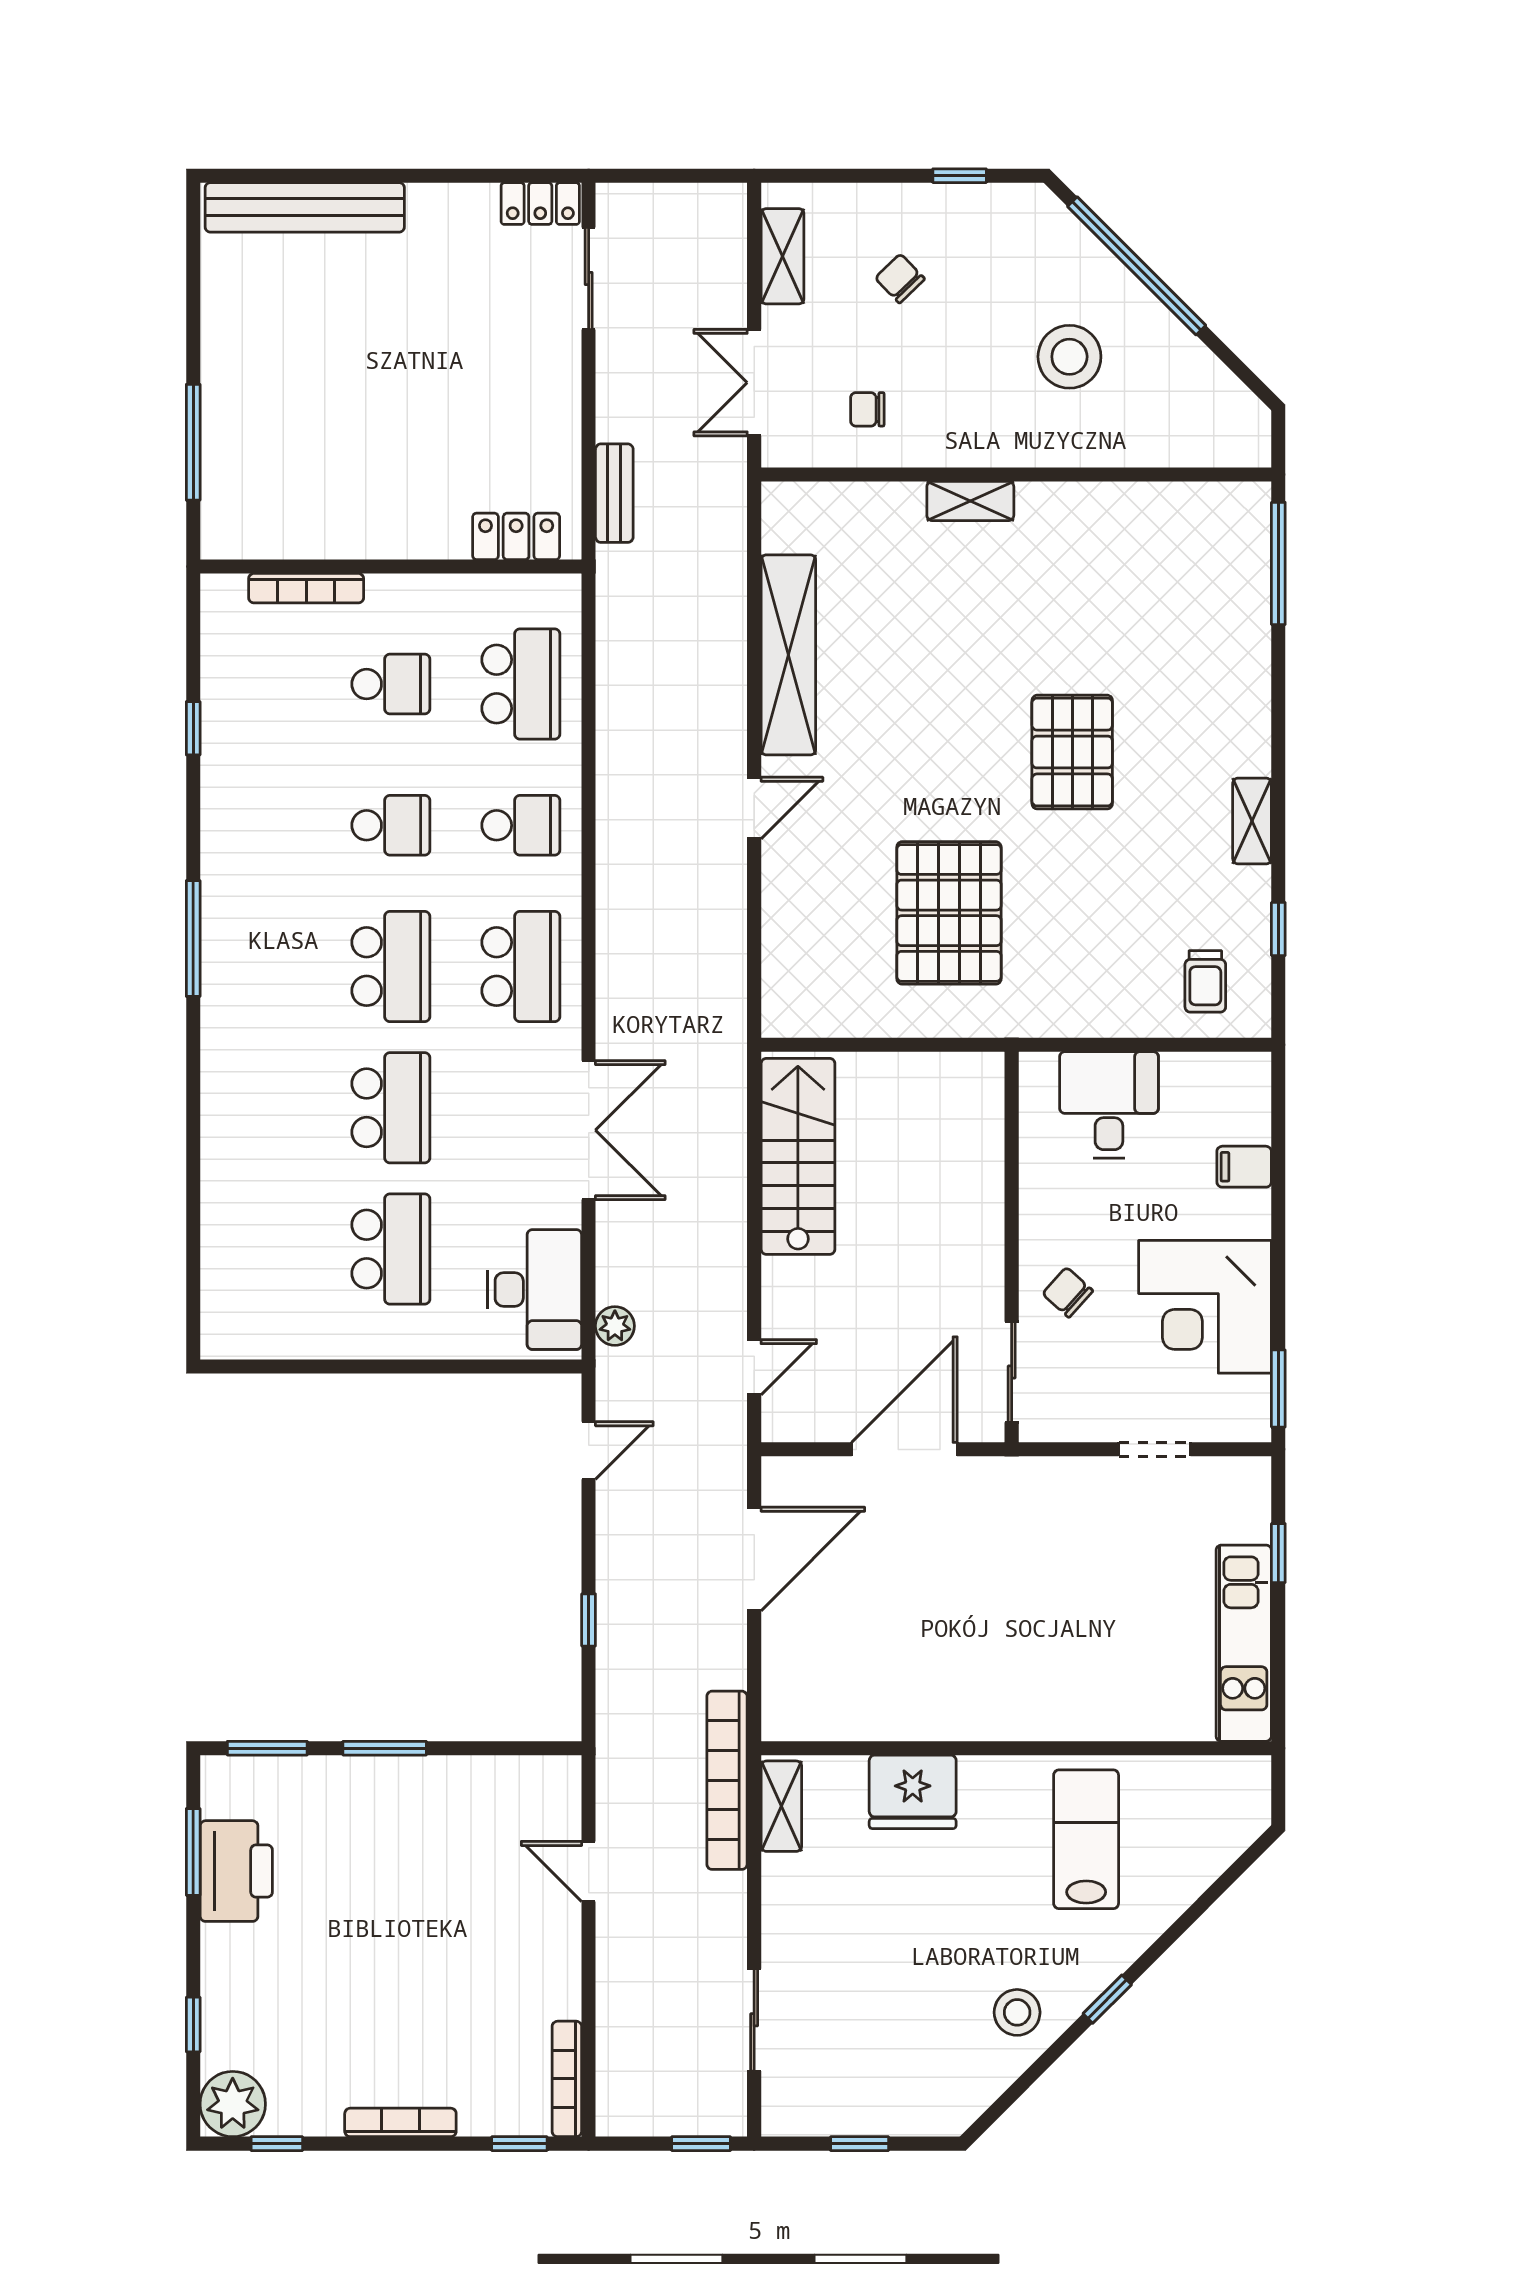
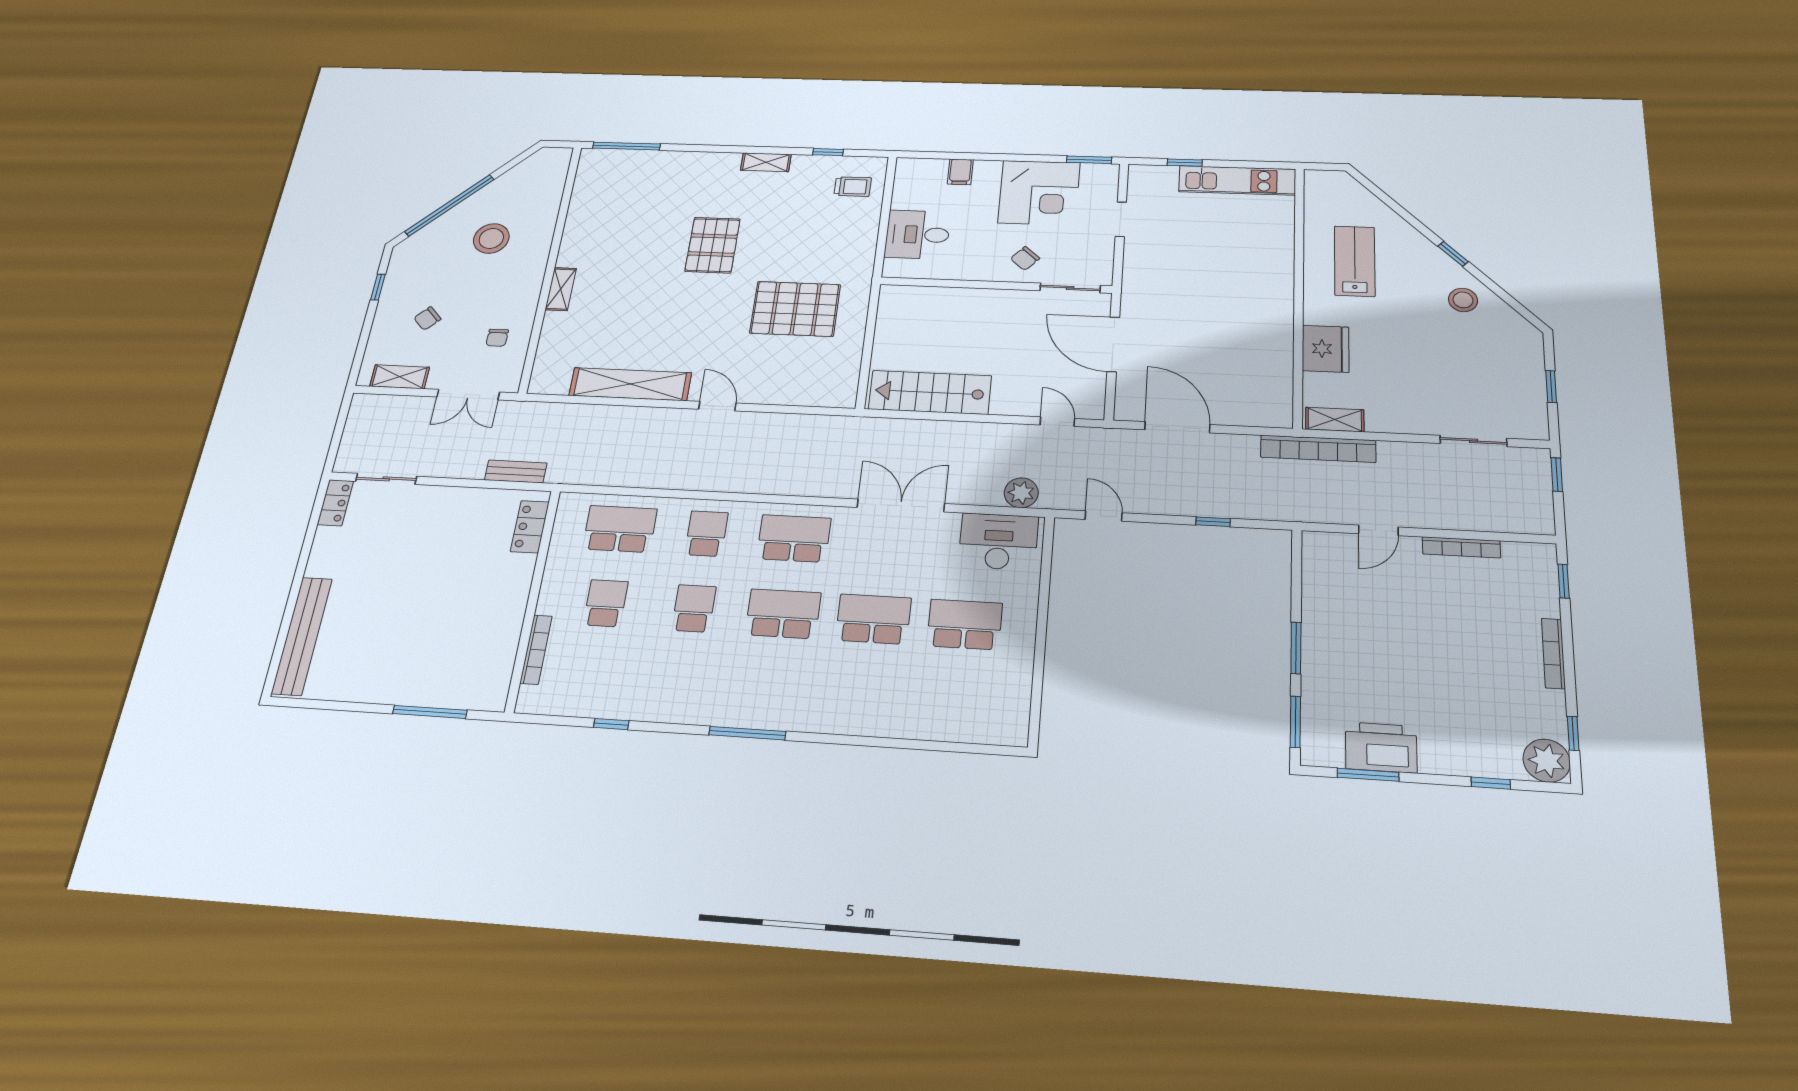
pallet: (1072, 752) -> (713, 245), turned 90
plant: (615, 1326) -> (1021, 493), width x1.38, depth x1.38
lab bench: (1086, 1839) -> (1355, 261), turned 90
bookcase: (567, 2079) -> (1461, 547), moved

